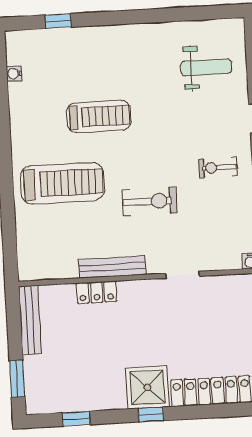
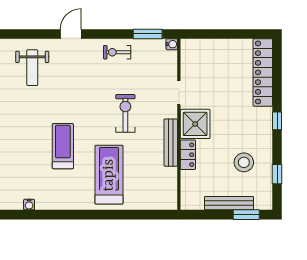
weight bench: (206, 67) -> (32, 68), turned 180
exercise bike: (218, 168) -> (117, 52), moved, turned 90
bench: (30, 320) -> (229, 203), moved
stool: (90, 371) -> (244, 162), added
shower: (147, 387) -> (195, 124), moved

